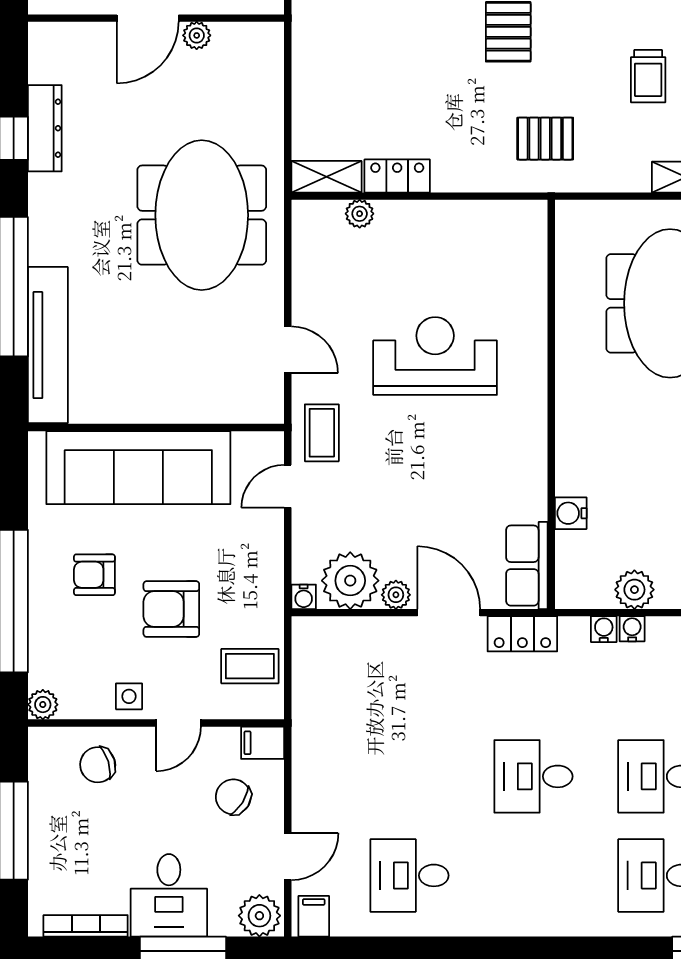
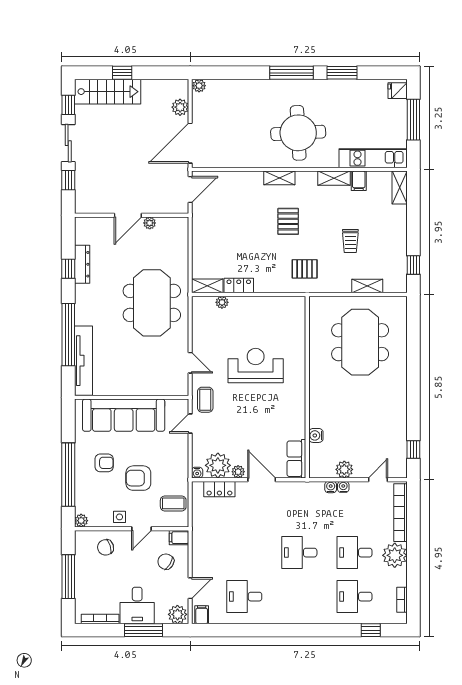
armchair: (94, 575) -> (104, 463), turned 180
locker: (522, 634) -> (219, 489), moved

